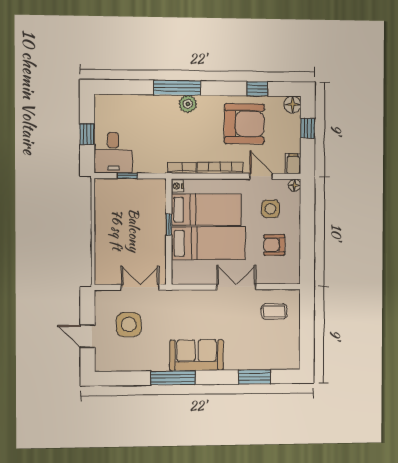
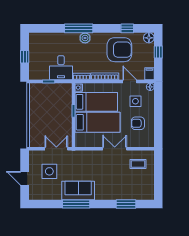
desk: (113, 153) -> (61, 68), moved
sofa: (197, 355) -> (78, 190), moved

